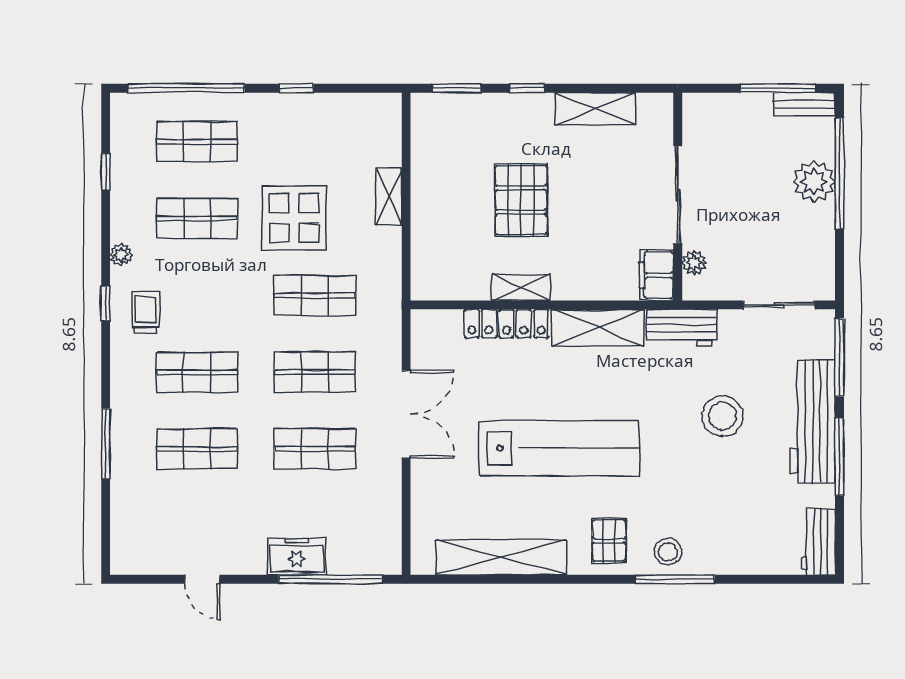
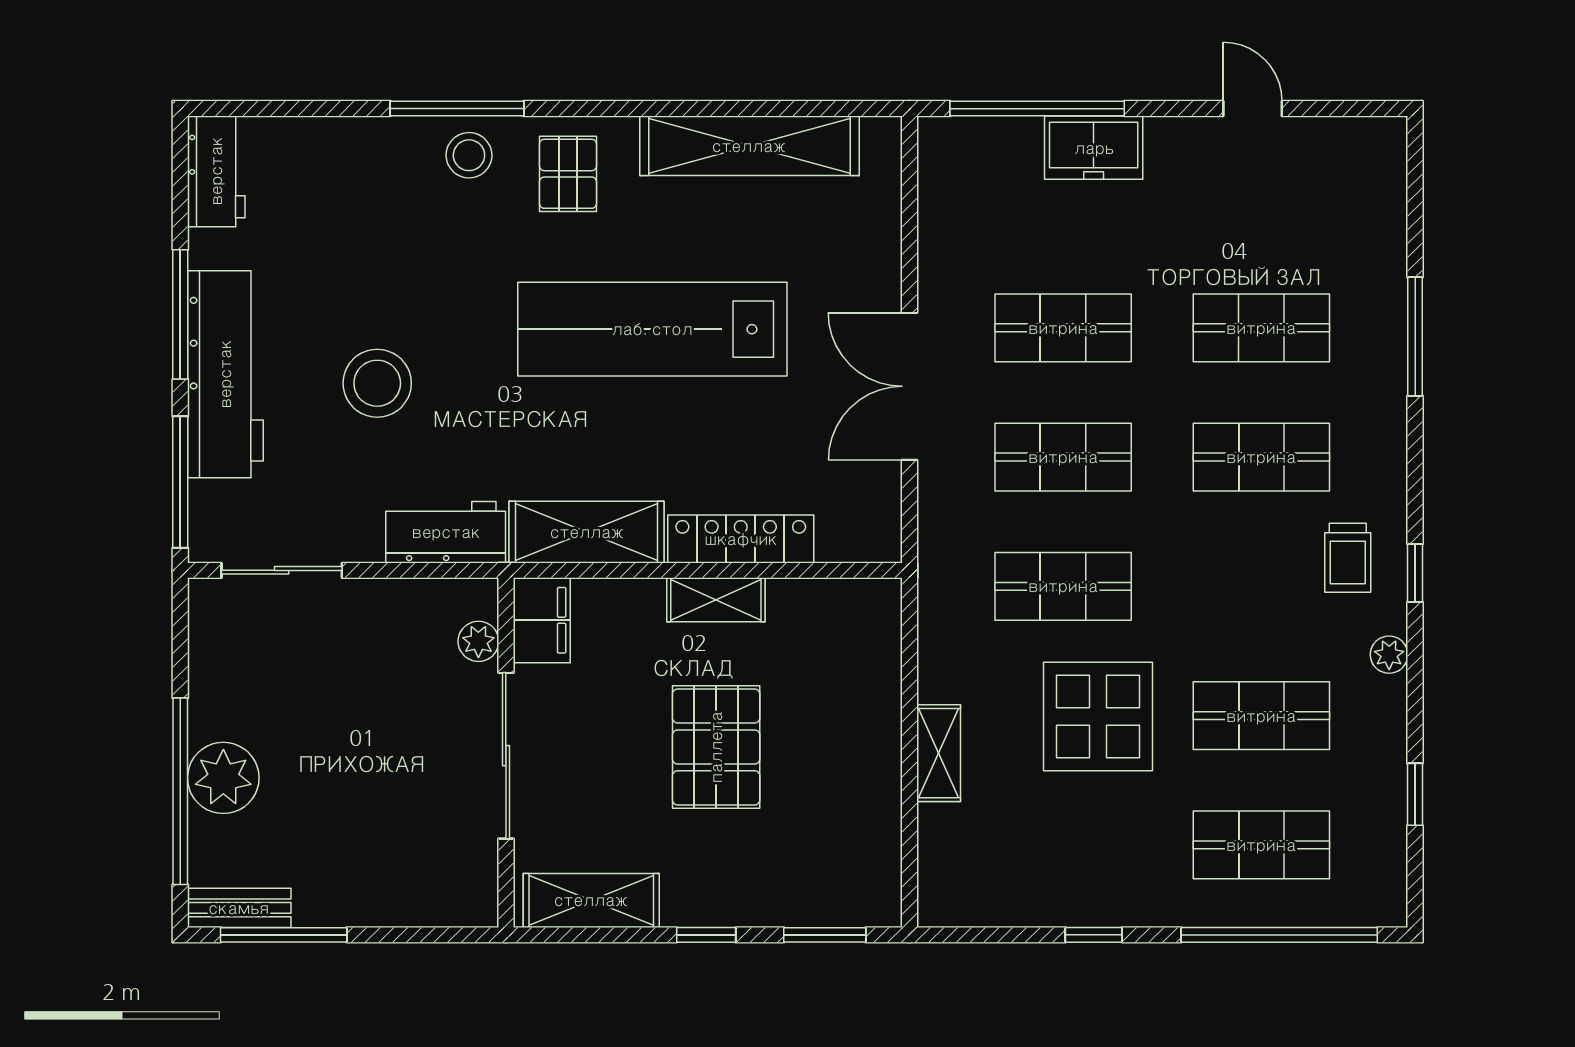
sliding door: (678, 195) -> (506, 756), moved
wall: (678, 197) -> (506, 753), moved
plant: (694, 263) -> (478, 641), moved
filing cabinet: (656, 275) -> (542, 620), moved

